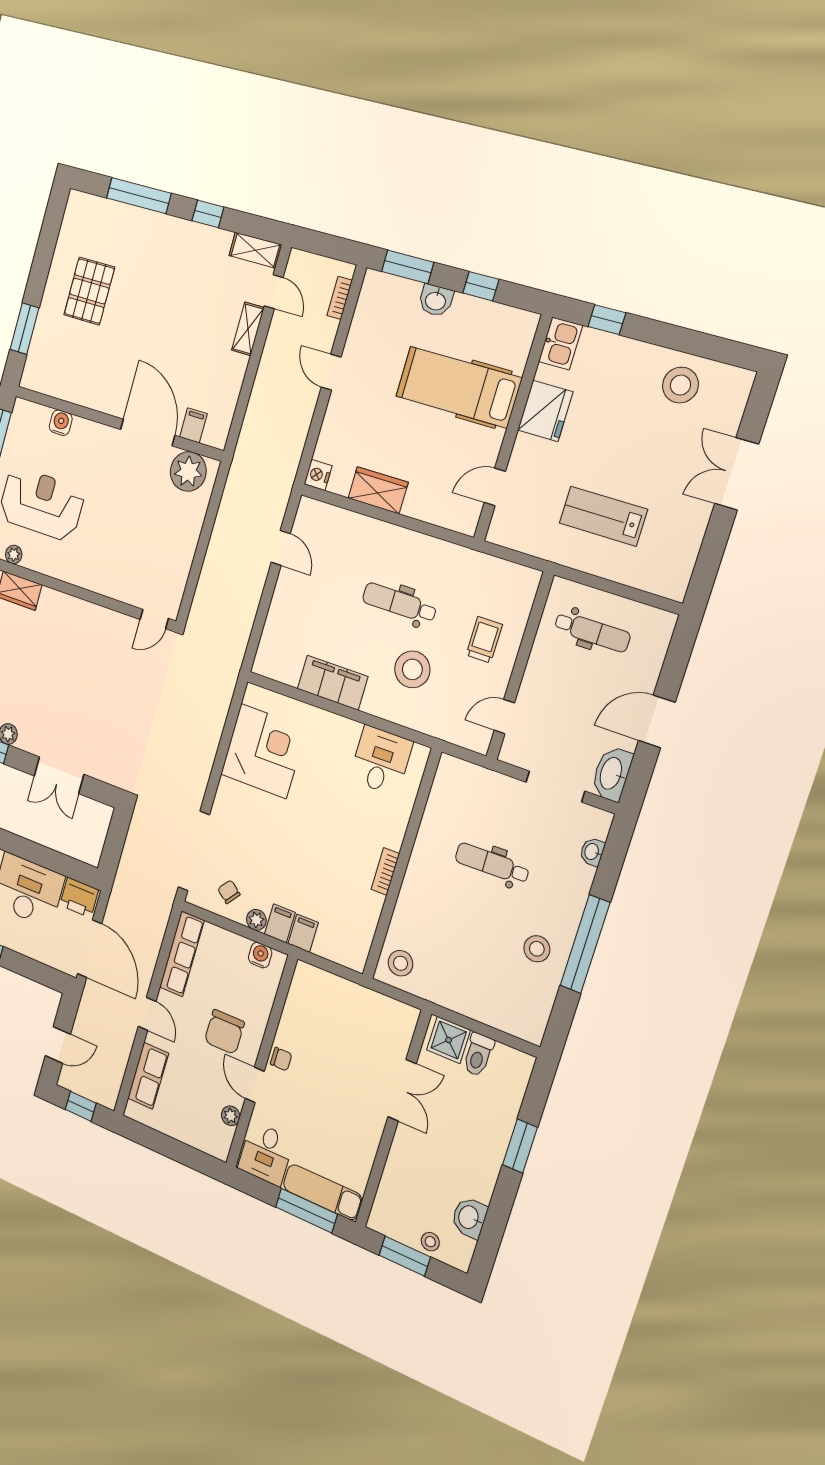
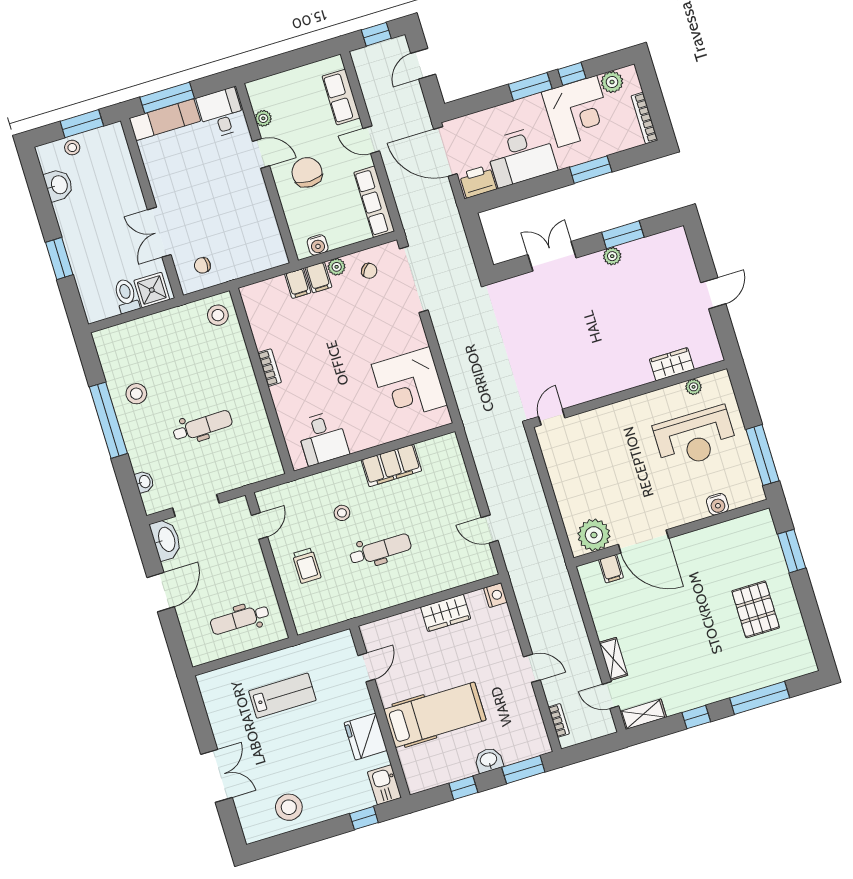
stool: (412, 669) -> (342, 513), width x0.53, depth x0.53
chair: (281, 1059) -> (202, 265), moved

